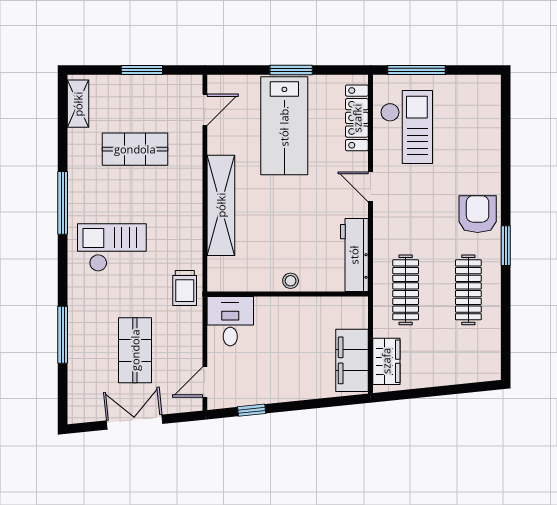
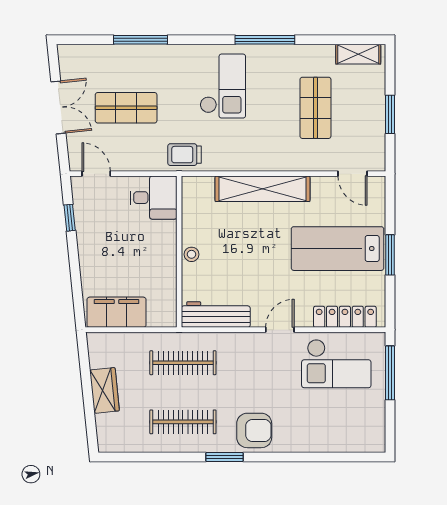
wardrobe: (386, 361) -> (104, 390), moved, turned -96

